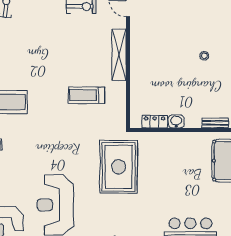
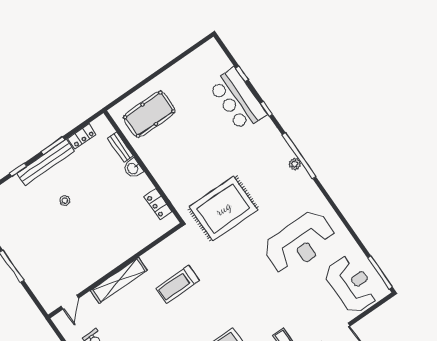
treadmill: (87, 95) -> (177, 284), turned 90
washbasin: (176, 121) -> (133, 168), moved

